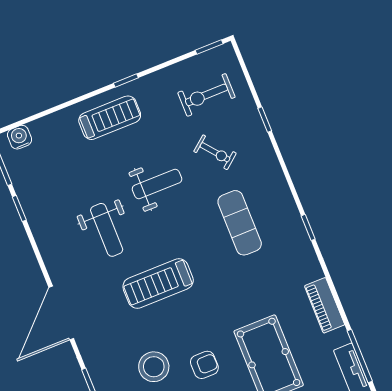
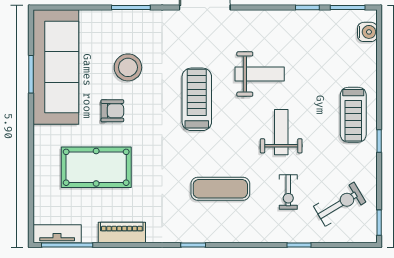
exercise bike: (206, 95) -> (340, 204), turned 59
exercise bike: (215, 152) -> (288, 192), turned -51
weight bench: (157, 184) -> (281, 132), turned 180
weight bench: (107, 230) -> (260, 74), turned 180
armchair: (204, 365) -> (112, 111), turned -90

